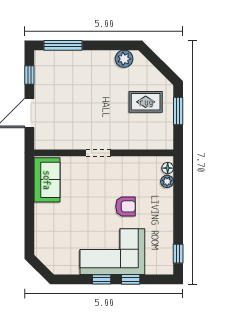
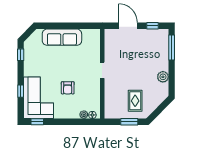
plant: (124, 59) -> (163, 77), moved
sofa: (47, 180) -> (62, 37), moved, width x1.36
corner sofa: (112, 252) -> (39, 98), moved
window: (102, 279) -> (21, 55), moved

